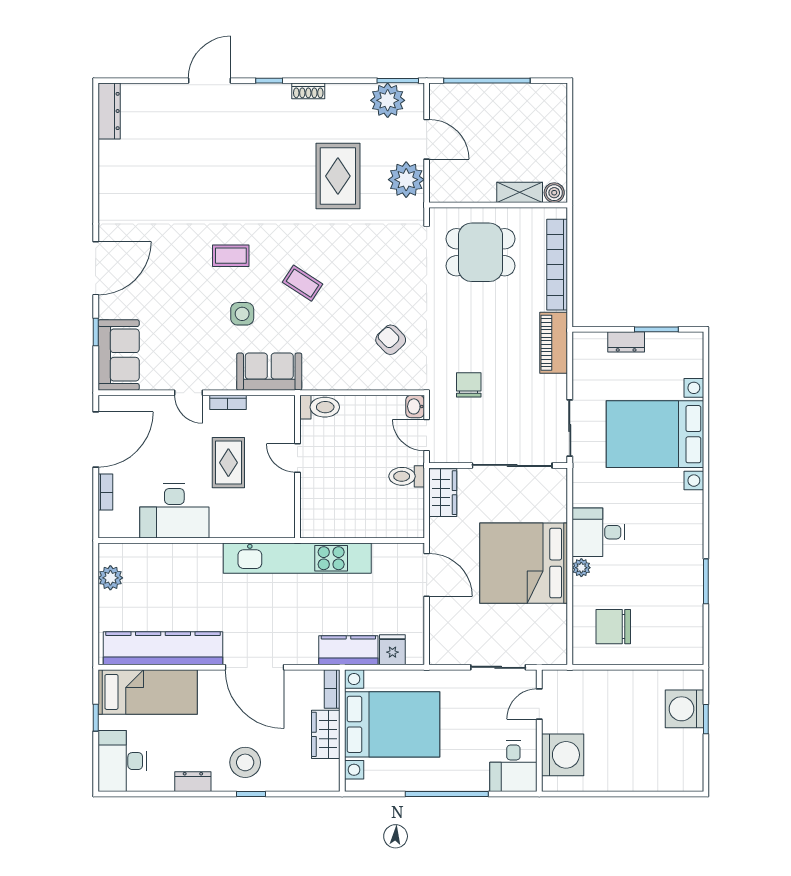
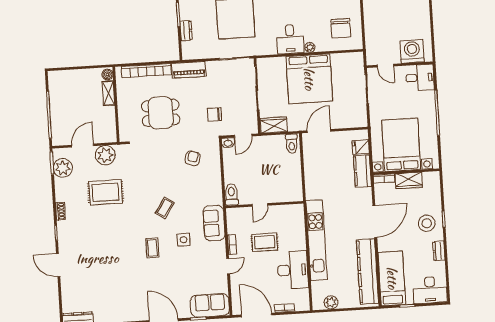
dining table: (480, 252) -> (161, 113), moved, turned 90
armchair: (391, 340) -> (193, 158), turned 150
toilet: (407, 476) -> (292, 144), moved
kitchen unit: (297, 558) -> (317, 240), moved

